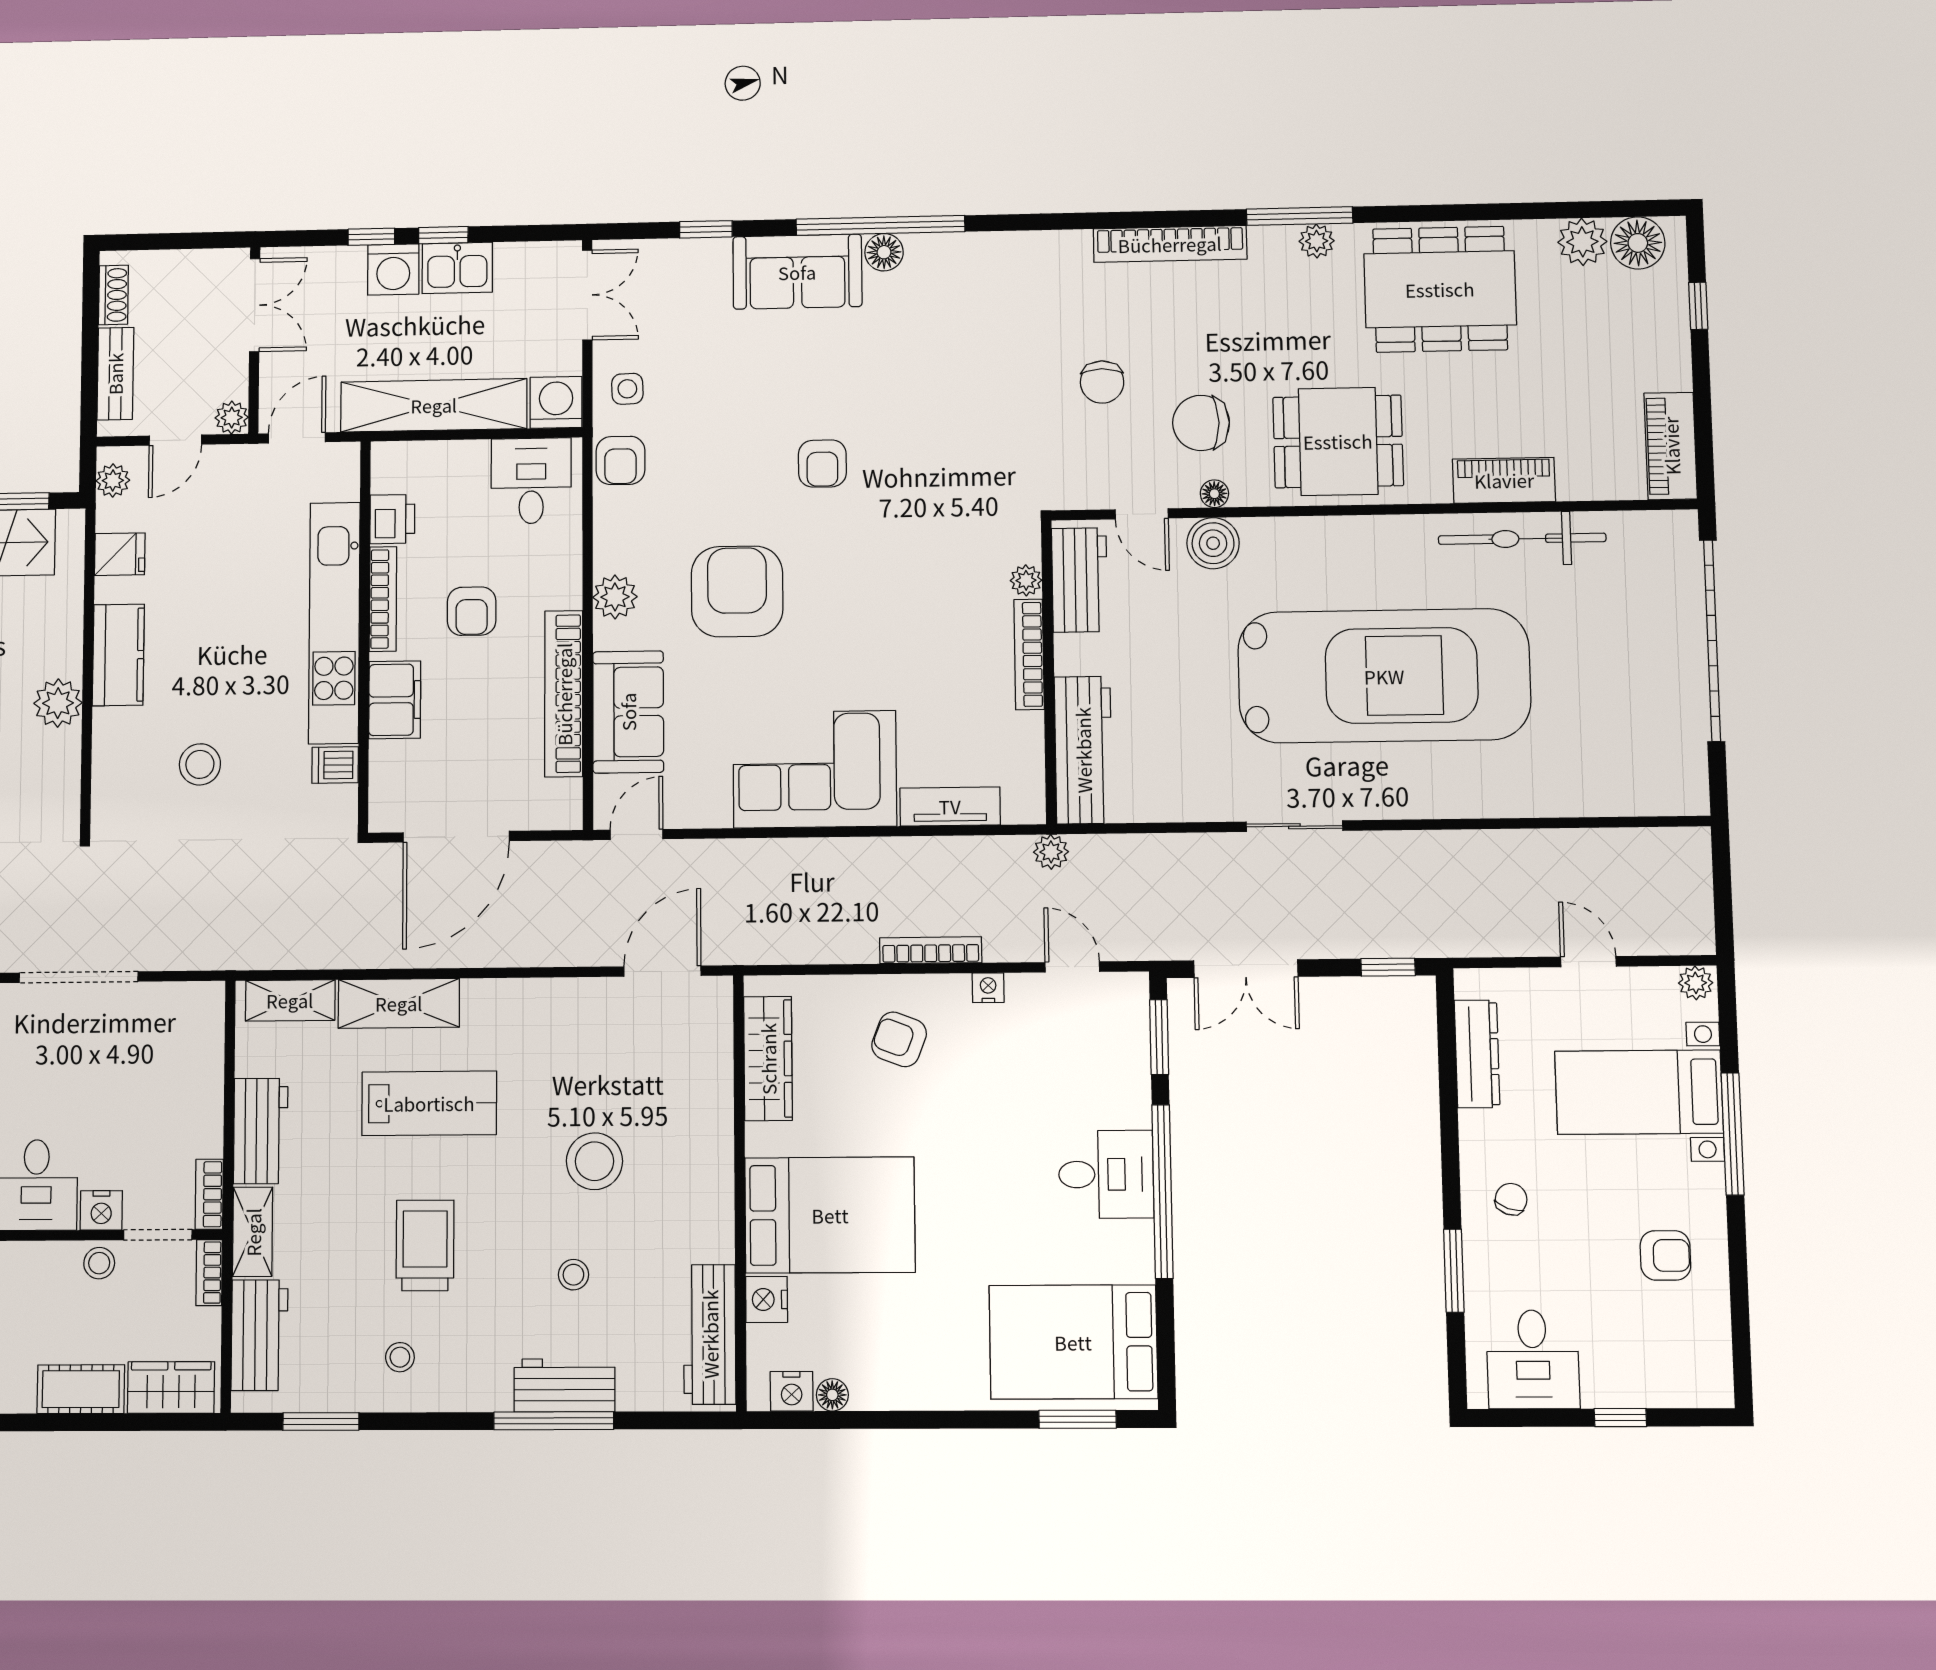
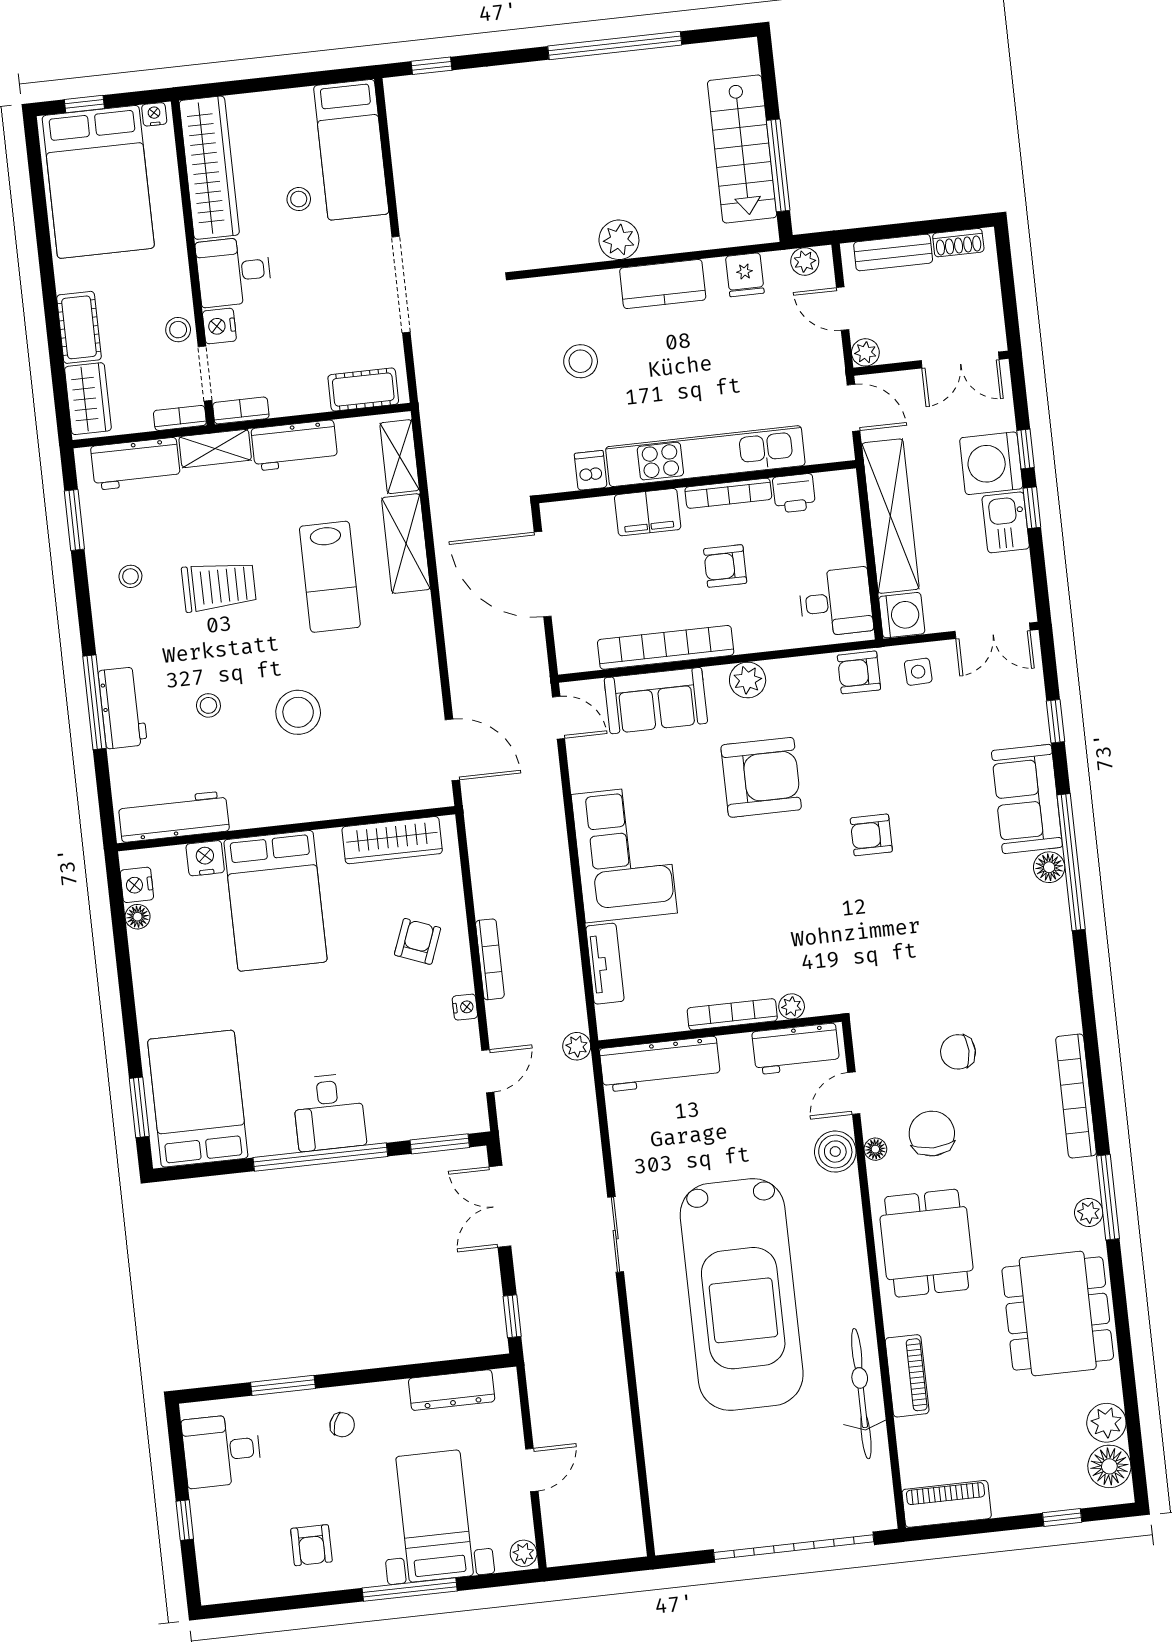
washing machine: (393, 270) -> (991, 463), width x1.37, depth x1.37
cot: (202, 1037) -> (363, 390), added

